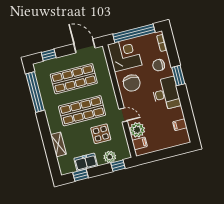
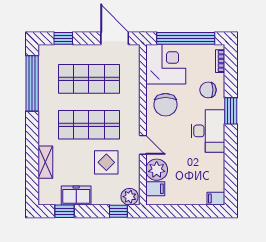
filing cabinet: (180, 125) -> (216, 199), moved
plant: (110, 157) -> (130, 197), moved

